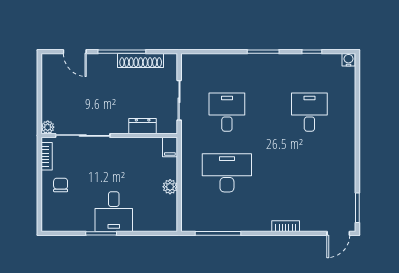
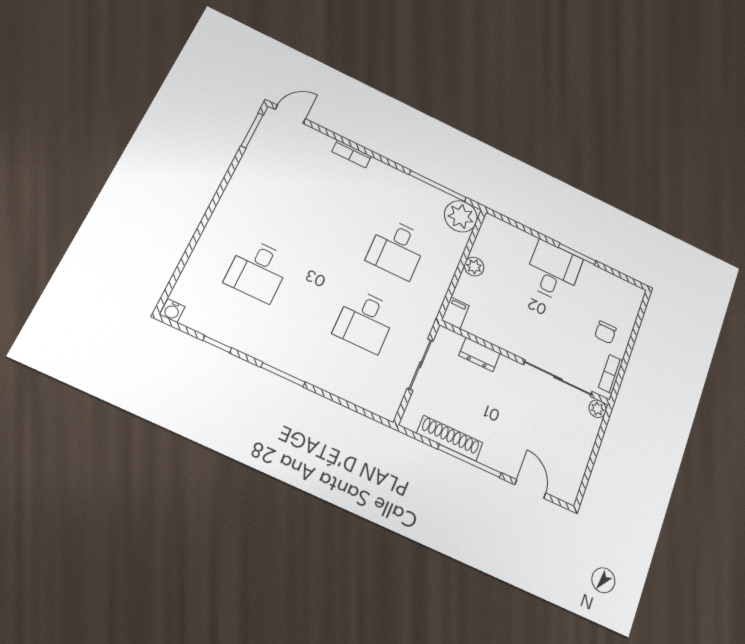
desk: (227, 173) -> (397, 249), width x0.73
plant: (193, 219) -> (461, 216), added

